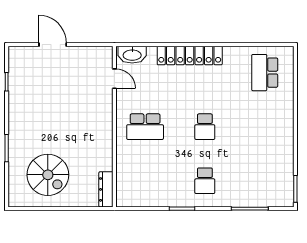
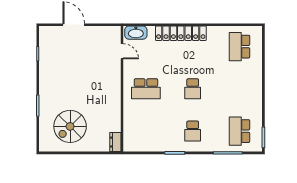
spiral stairs: (48, 175) -> (70, 126), turned 90
school desk: (265, 181) -> (239, 131), added
dresser: (106, 189) -> (115, 142), width x0.70

